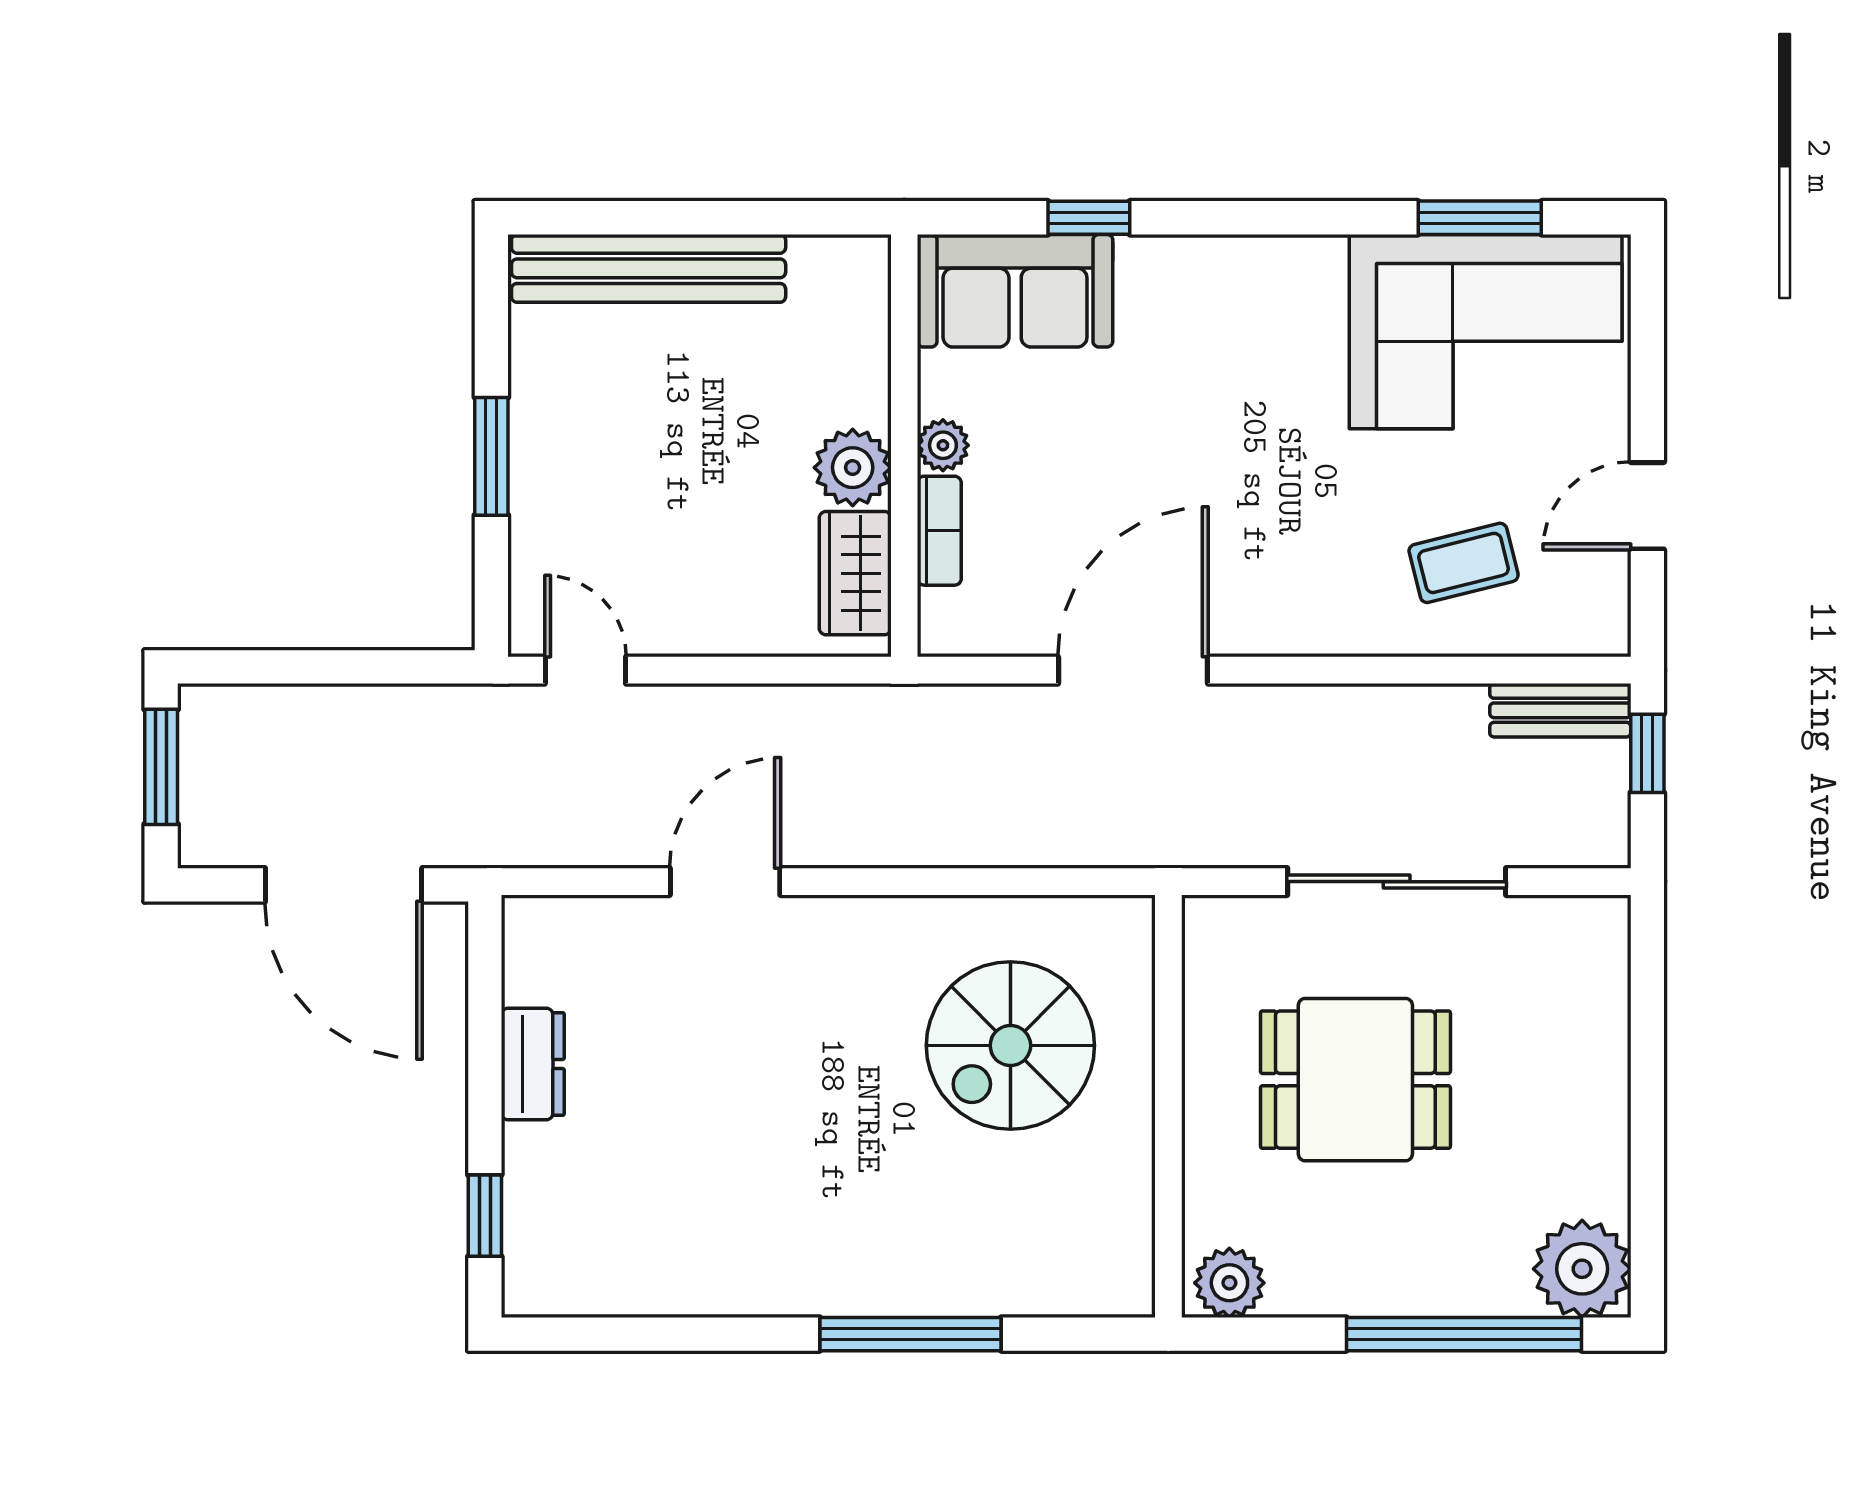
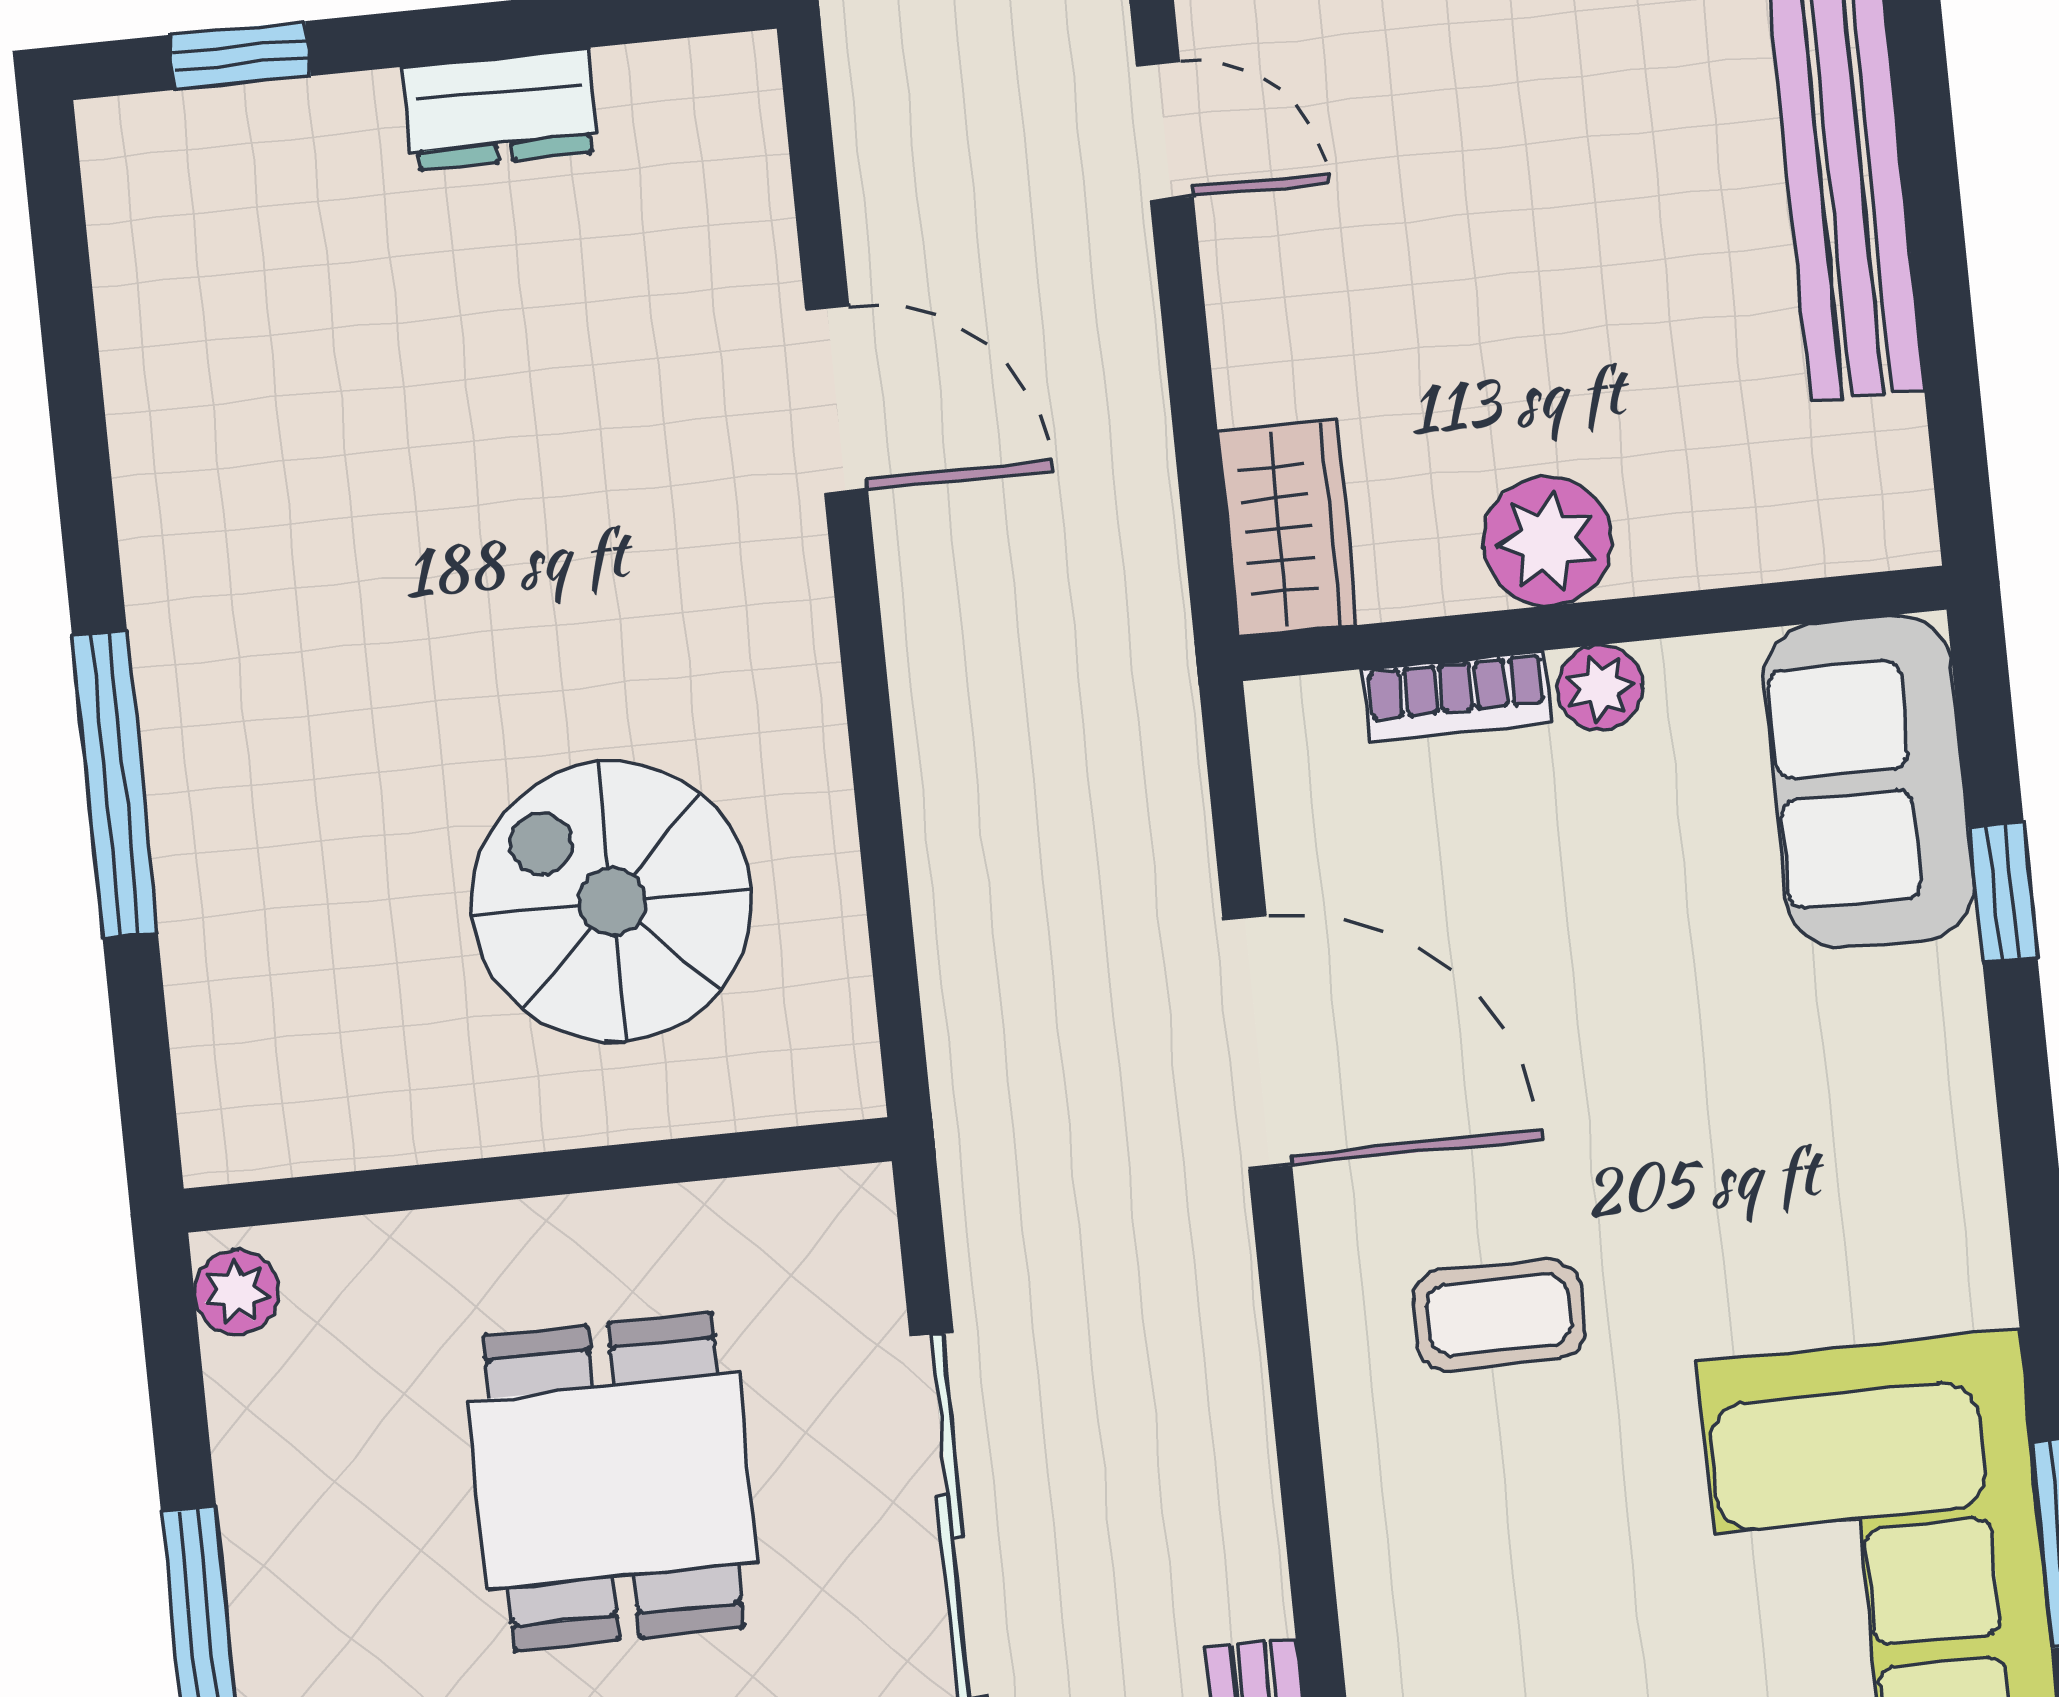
coffee table: (1464, 563) -> (1499, 1315), moved, turned -76
wardrobe: (855, 573) -> (1288, 528), moved, turned 90
door: (585, 670) -> (1165, 131), hinge flipped
plant: (1229, 1283) -> (237, 1292), width x0.73, depth x0.73

